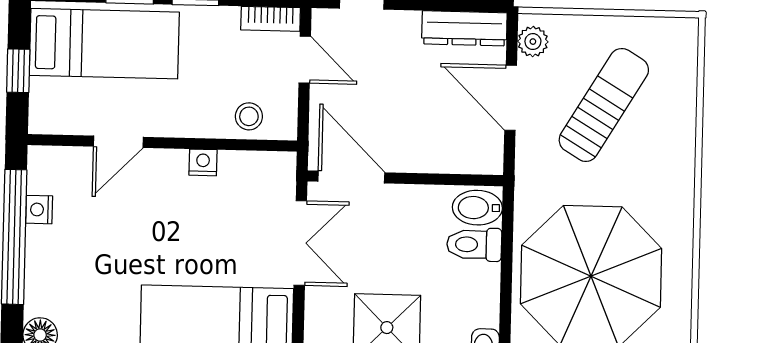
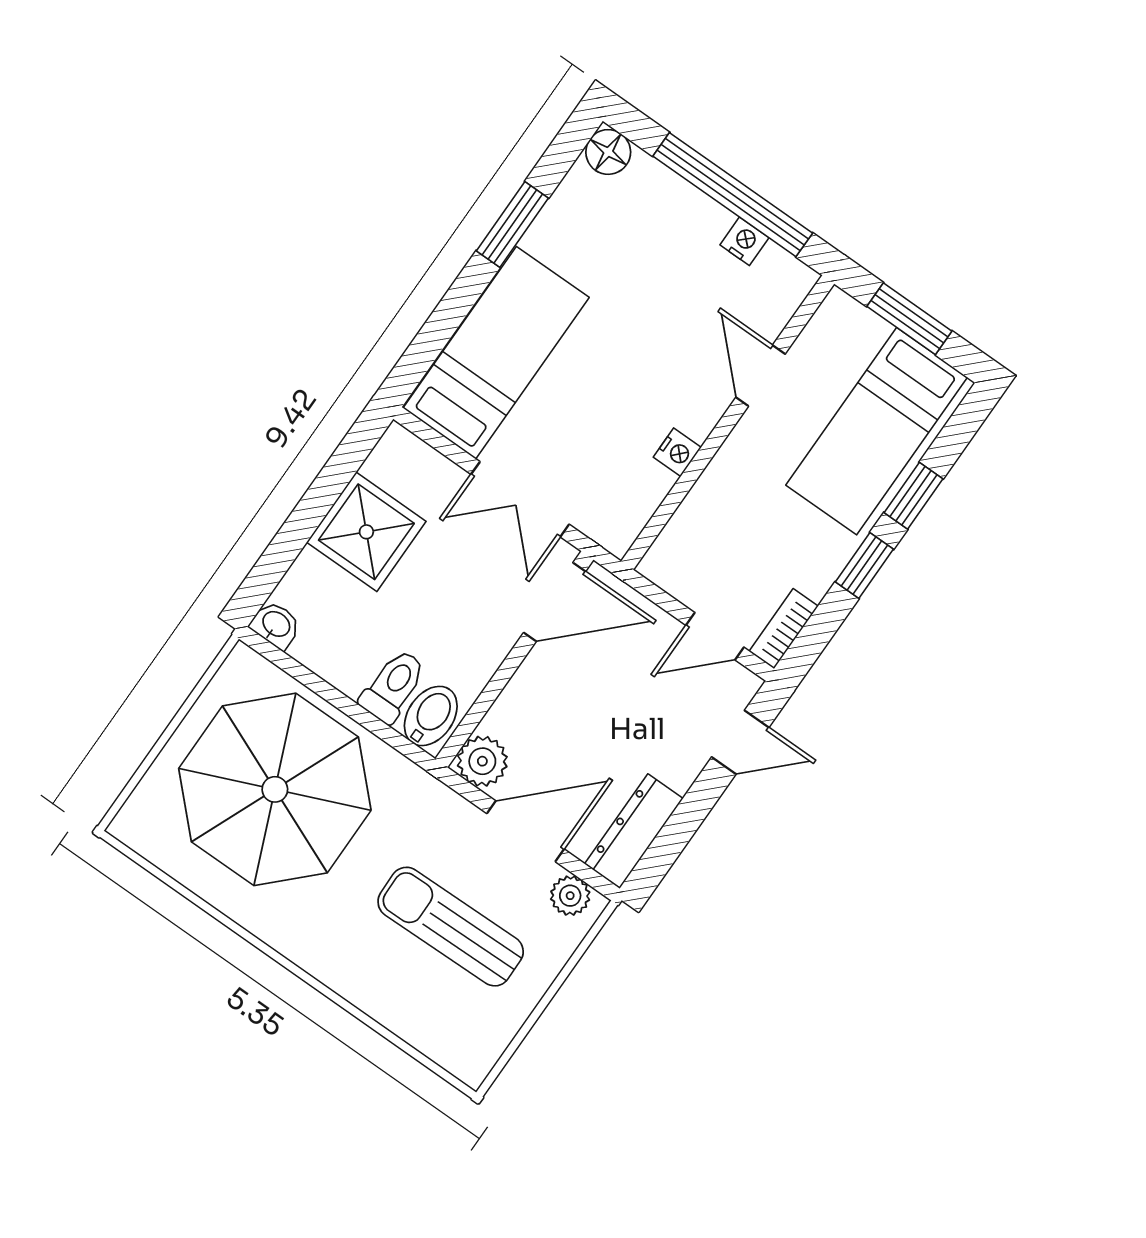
window: (18, 71) -> (909, 319), width x1.50
sun lounger: (604, 105) -> (451, 927), turned 148
stool: (249, 116) -> (694, 535), removed
plant: (484, 155) -> (482, 761), added

